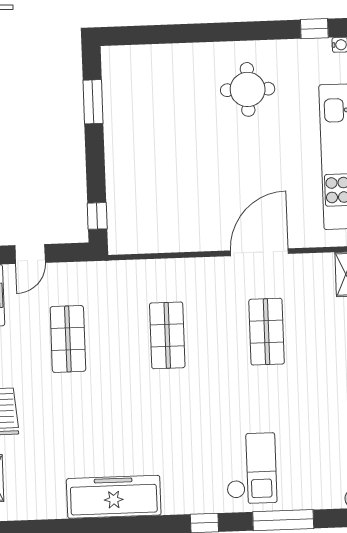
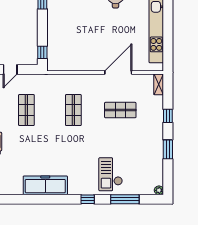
shop shelf: (267, 332) -> (120, 110), turned 90
checkout: (251, 468) -> (111, 174), turned 180

